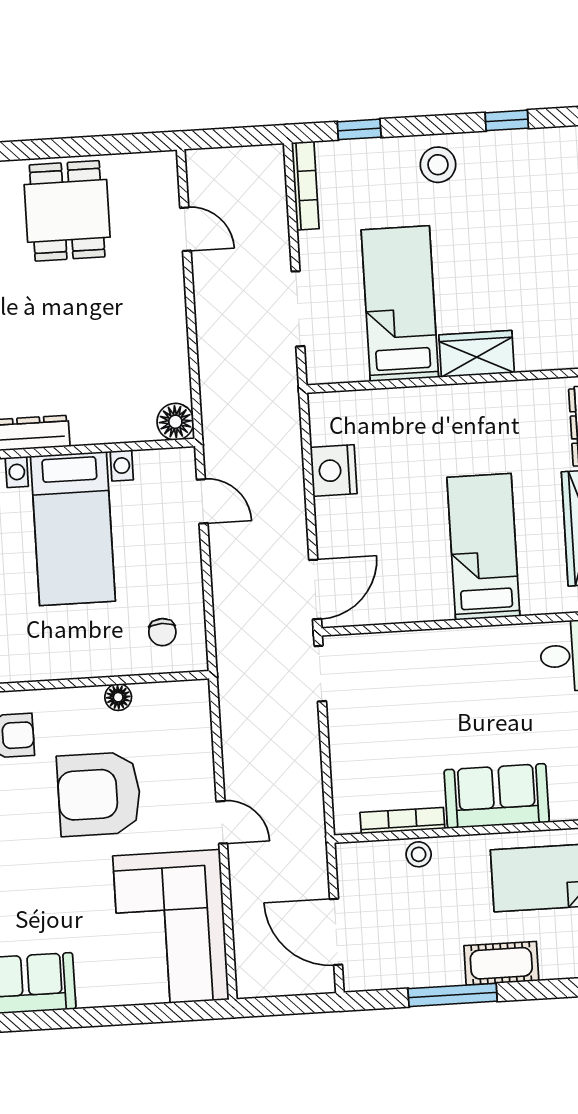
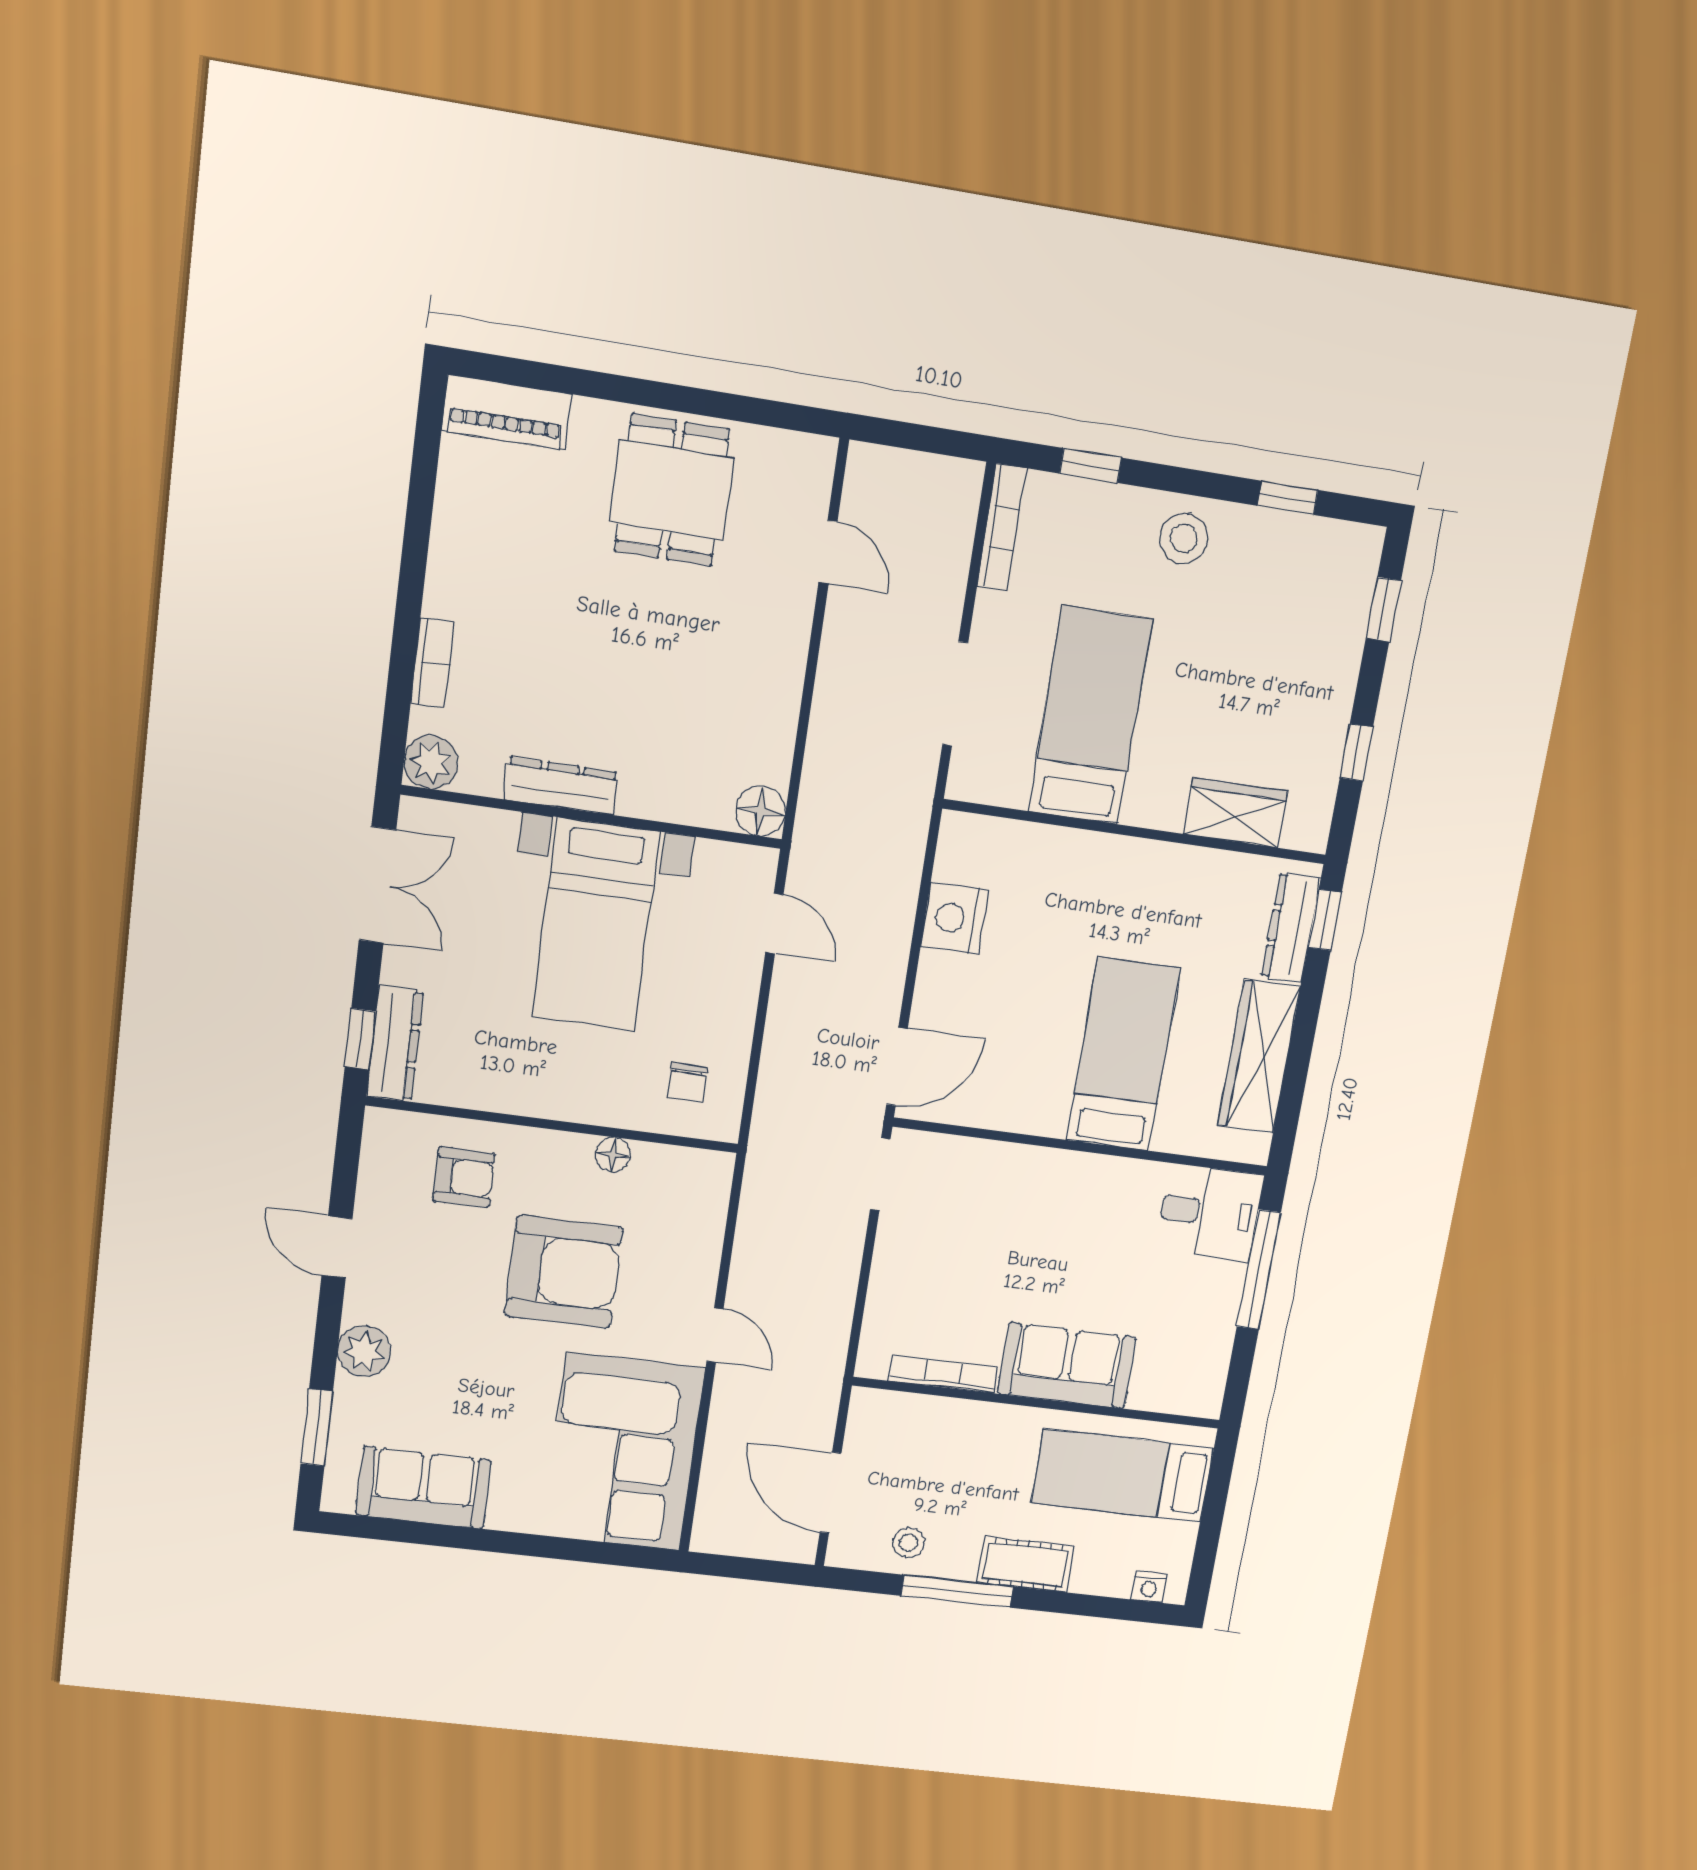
wardrobe: (477, 354) -> (1235, 813), moved
armchair: (99, 794) -> (564, 1272), turned 180
stool: (419, 854) -> (909, 1543), moved

